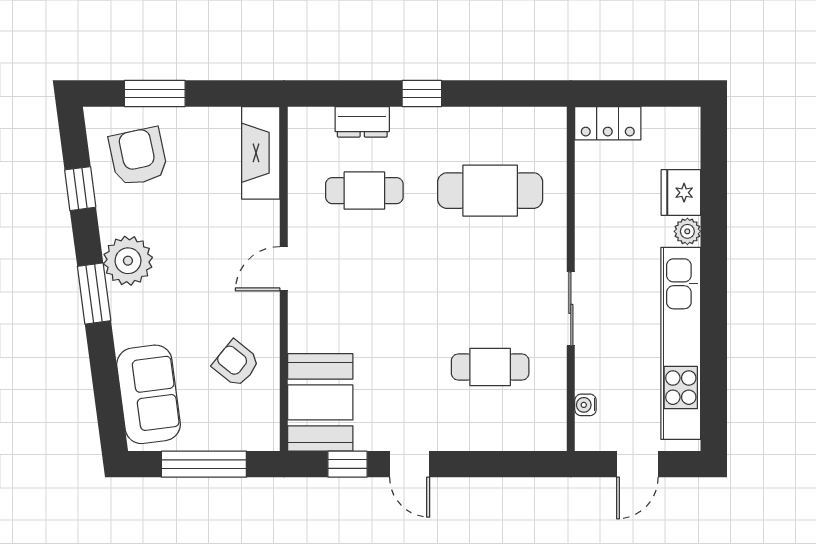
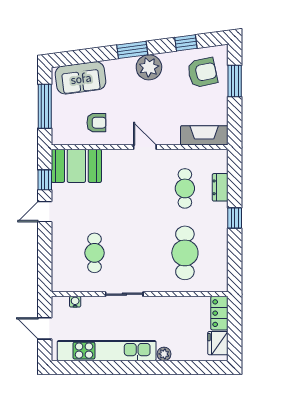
fridge: (681, 193) -> (218, 343), moved, turned -90
armchair: (236, 363) -> (96, 123), turned 51

